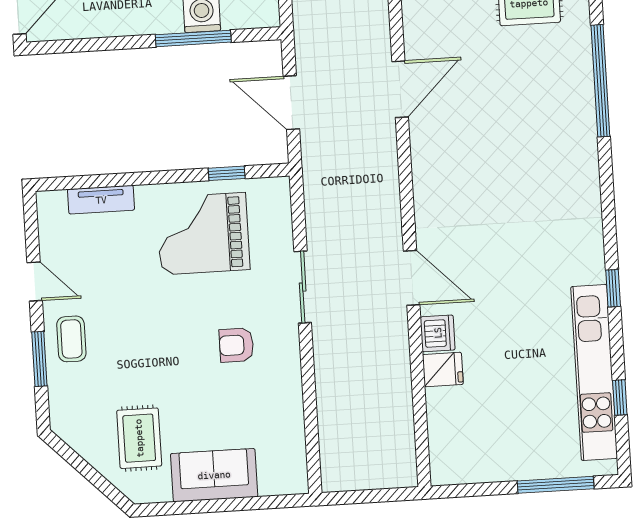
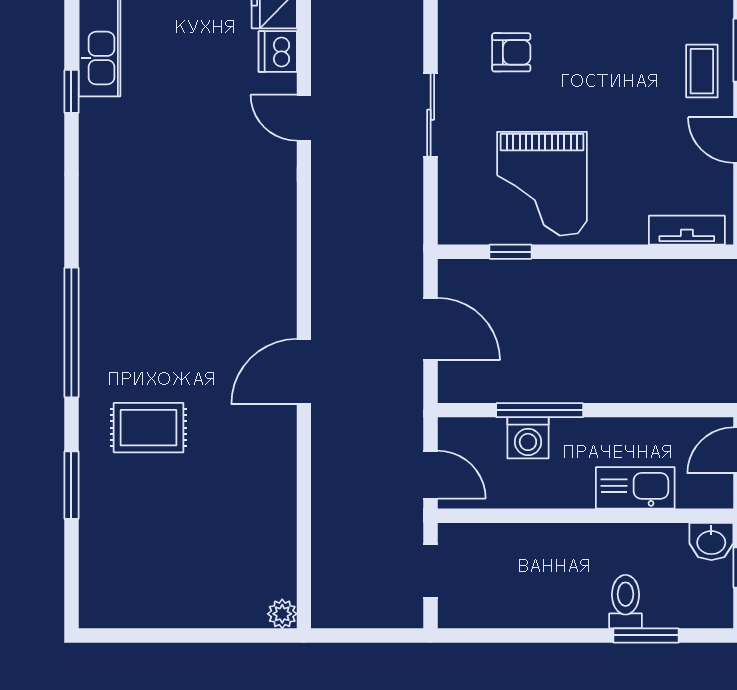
door: (400, 89) -> (304, 372), moved
tv unit: (101, 200) -> (687, 230), moved
grand piano: (203, 234) -> (542, 184), turned 90
door: (412, 278) -> (304, 118), width x0.73

